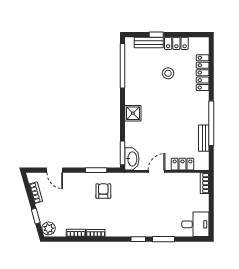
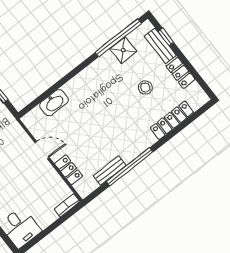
window: (156, 35) -> (166, 37), moved
shower: (133, 113) -> (123, 50), moved
window: (123, 153) -> (34, 104), removed
washbasin: (132, 159) -> (54, 103), moved

